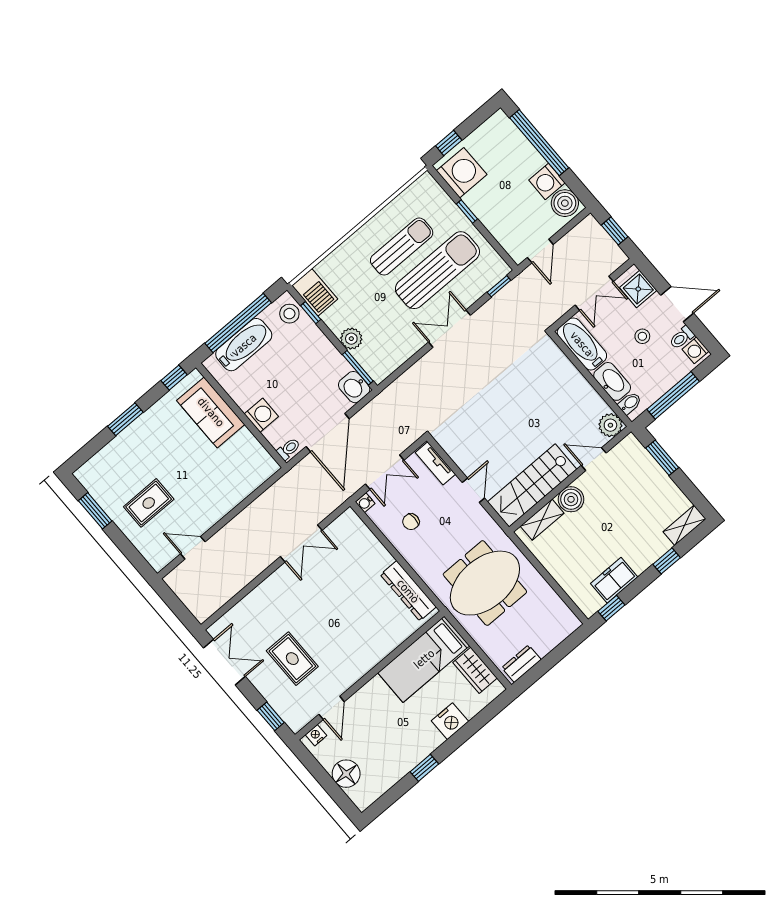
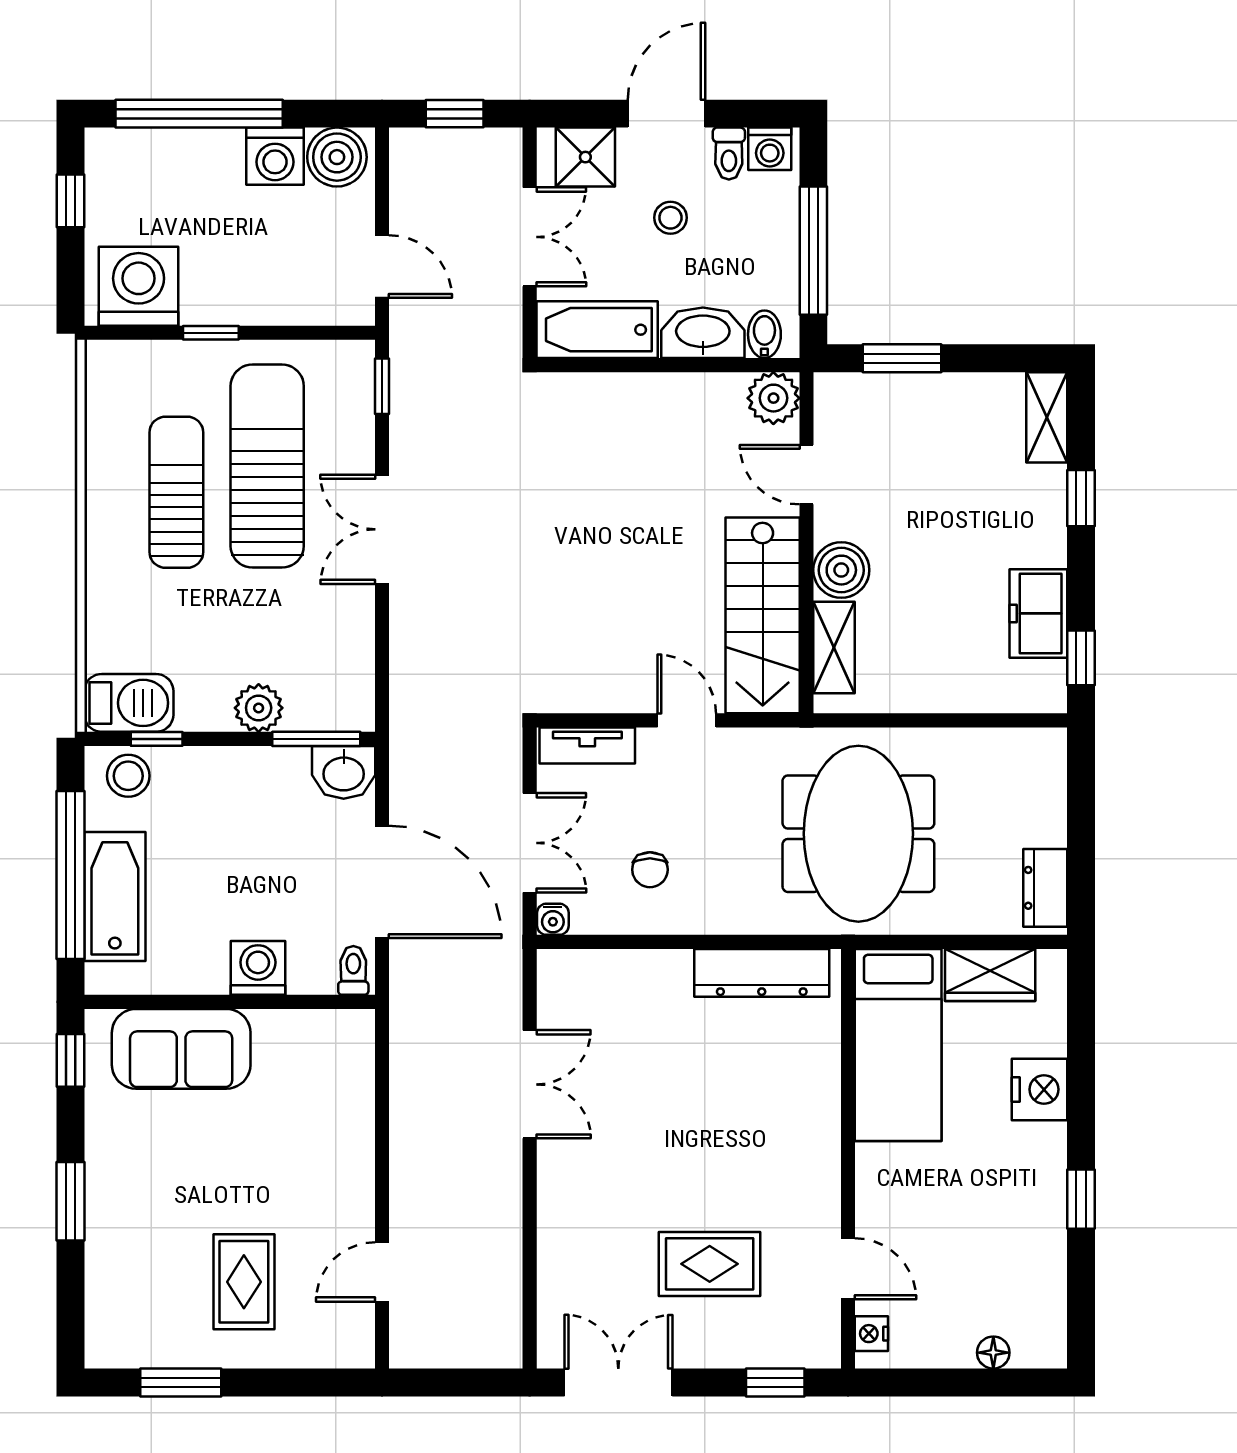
window: (449, 143) -> (71, 201), moved
door: (594, 459) -> (806, 475), hinge flipped
floor lamp: (346, 774) -> (993, 1353), width x0.53, depth x0.53

